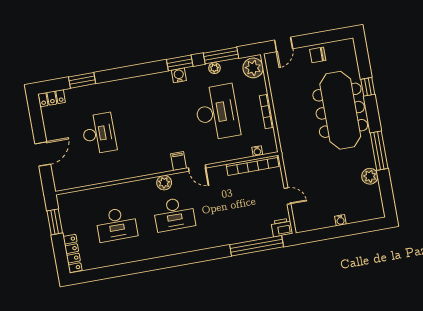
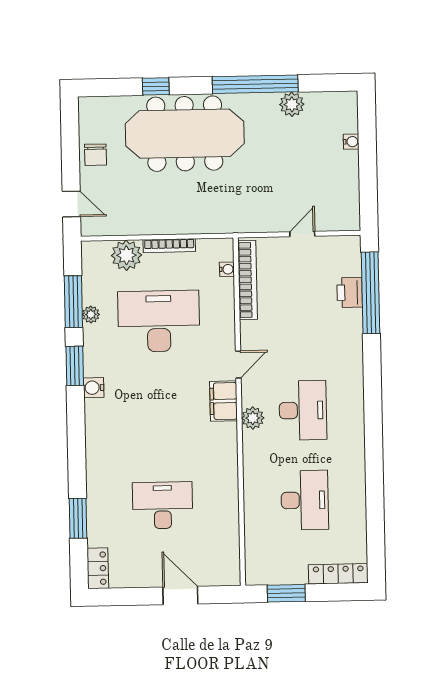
plant: (253, 68) -> (126, 255), moved
water cooler: (179, 75) -> (94, 388), moved
window: (379, 151) -> (255, 84), width x1.46
filing cabinet: (179, 161) -> (223, 401), width x2.00
water cooler: (340, 220) -> (351, 142), moved
printer: (282, 228) -> (350, 292), moved

